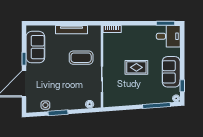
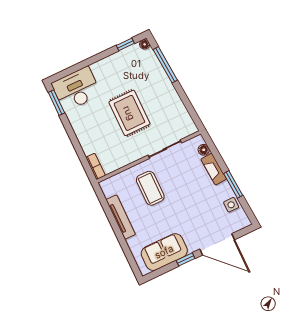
desk: (168, 36) -> (76, 89), width x1.37
rug: (136, 67) -> (129, 113), width x1.36, depth x1.43
sofa: (171, 72) -> (114, 67), removed
fireplace: (74, 105) -> (214, 169), added

